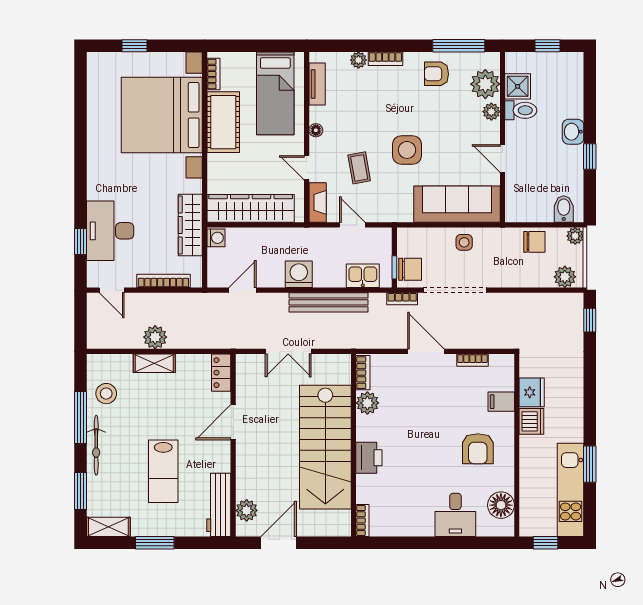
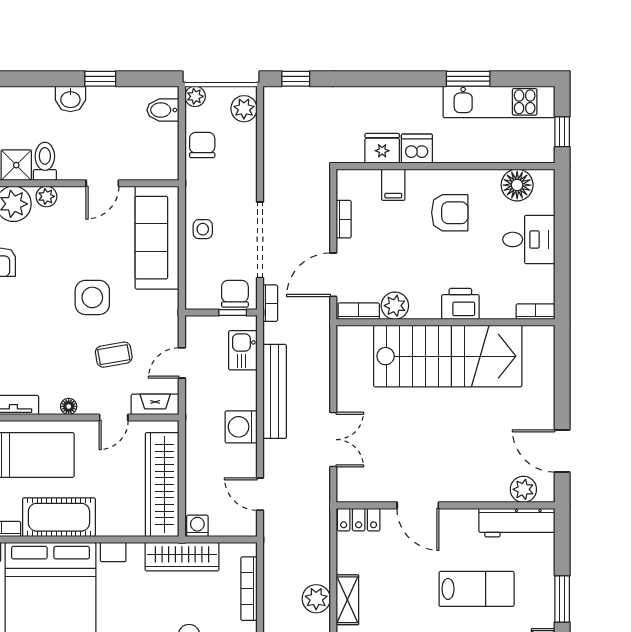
bookcase: (363, 373) -> (359, 311), moved
plant: (367, 403) -> (395, 306), moved
wall: (354, 445) -> (445, 322), moved
stairs: (325, 447) -> (448, 356), moved
printer: (369, 458) -> (460, 304), moved
bookcase: (362, 521) -> (535, 312), moved

